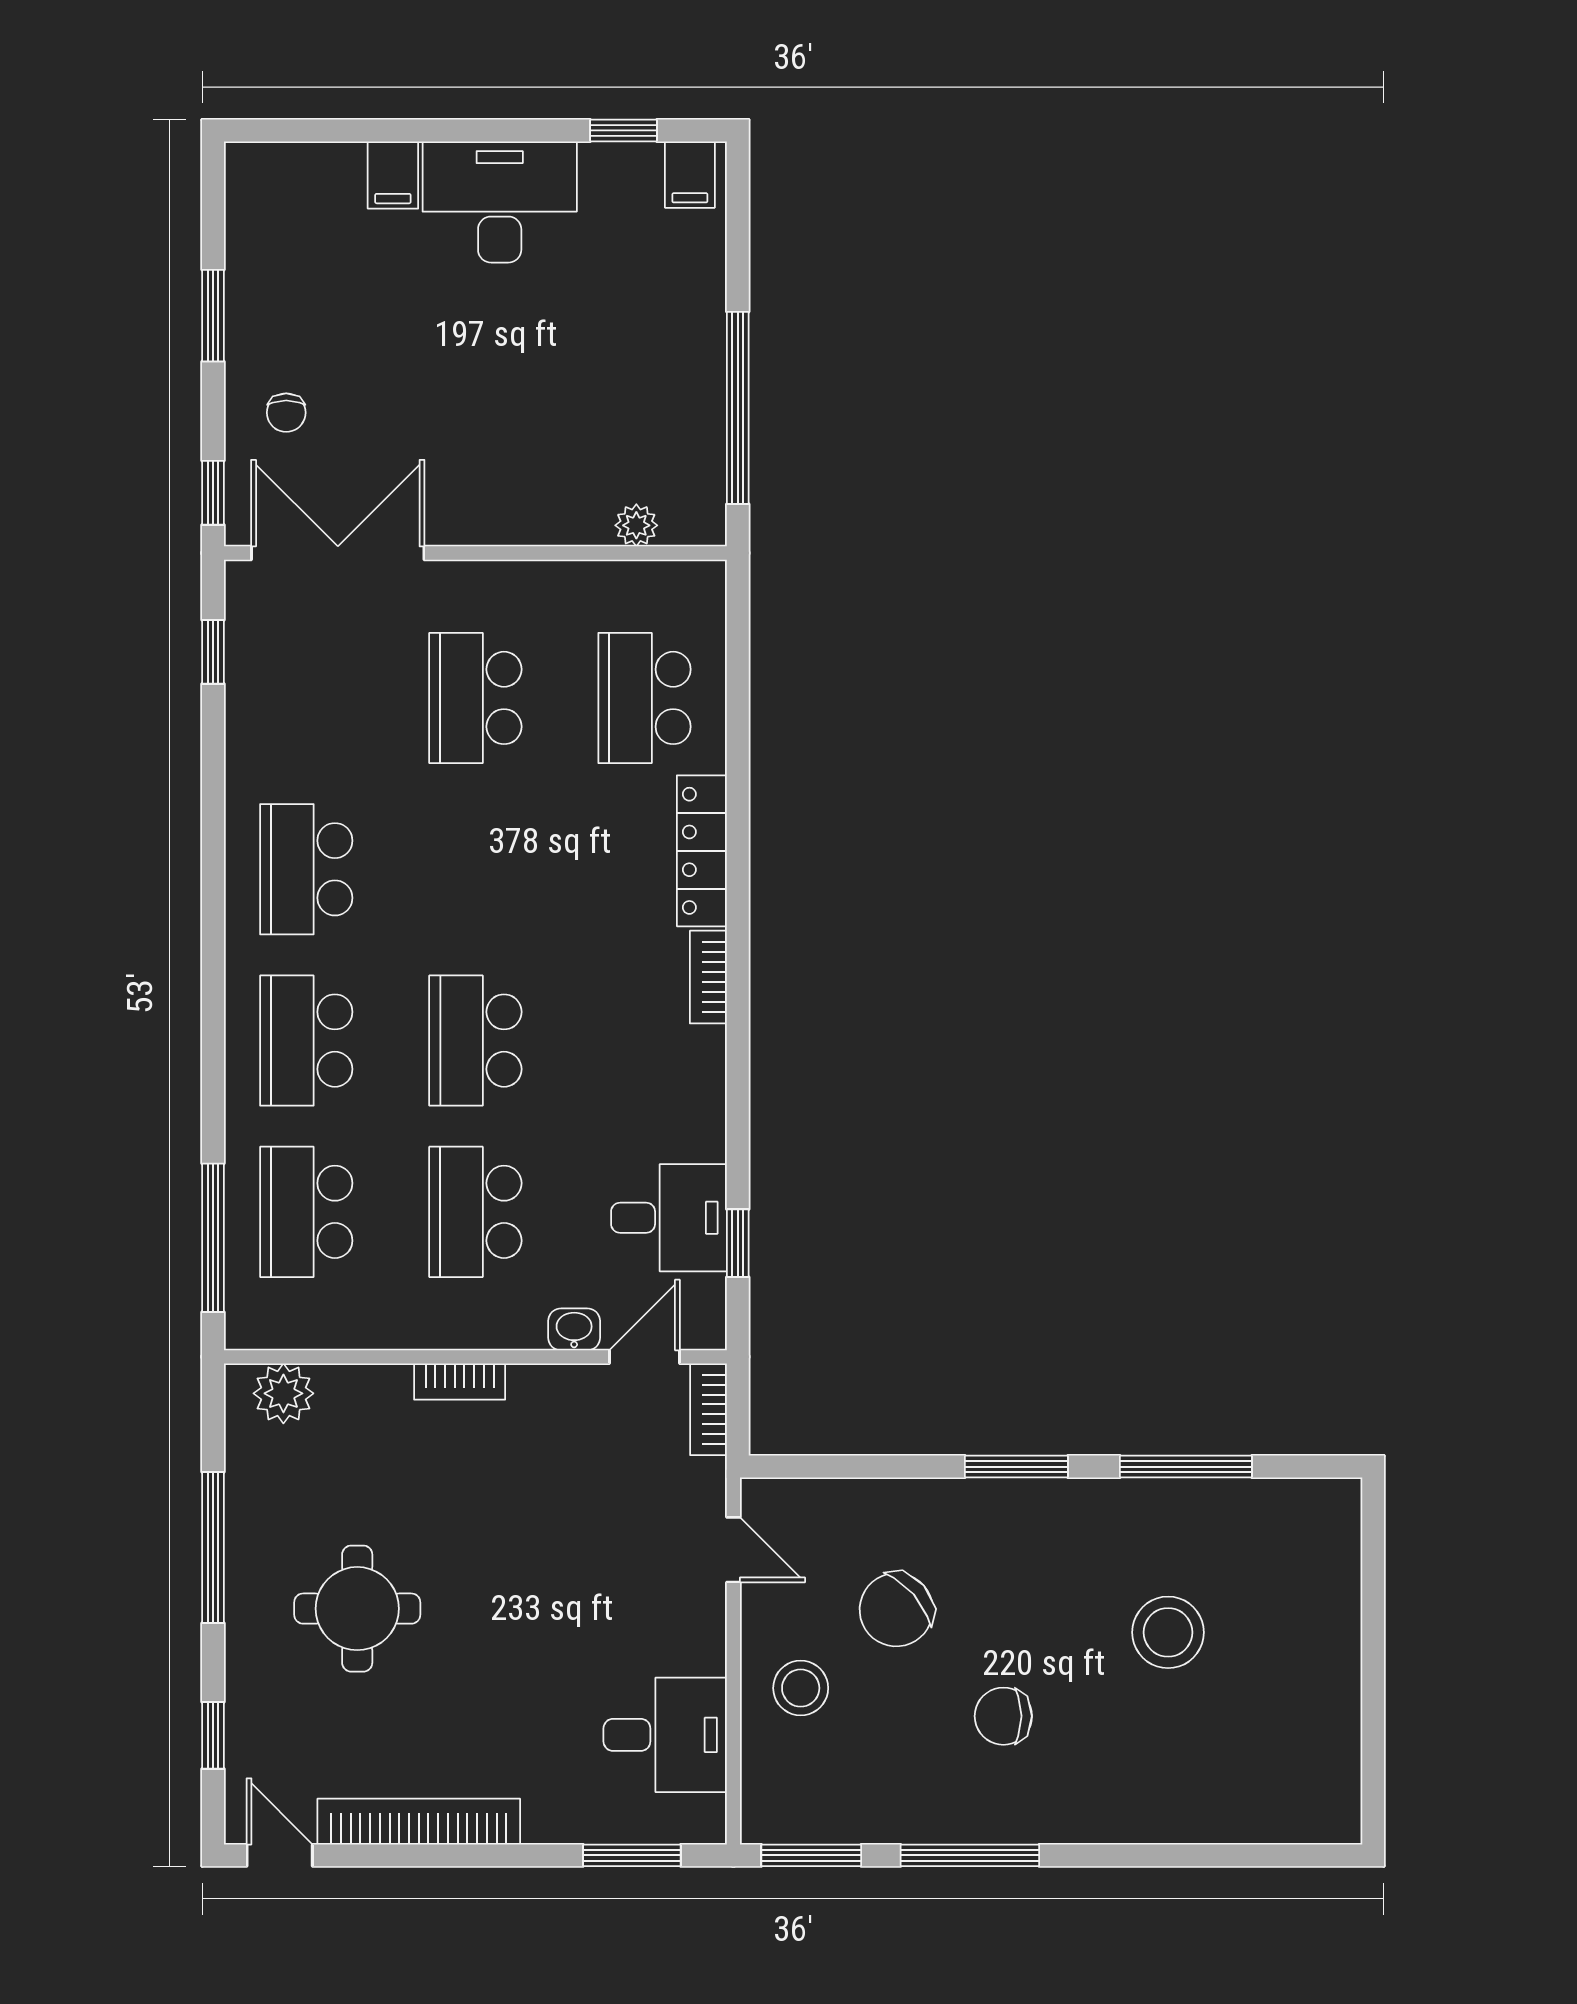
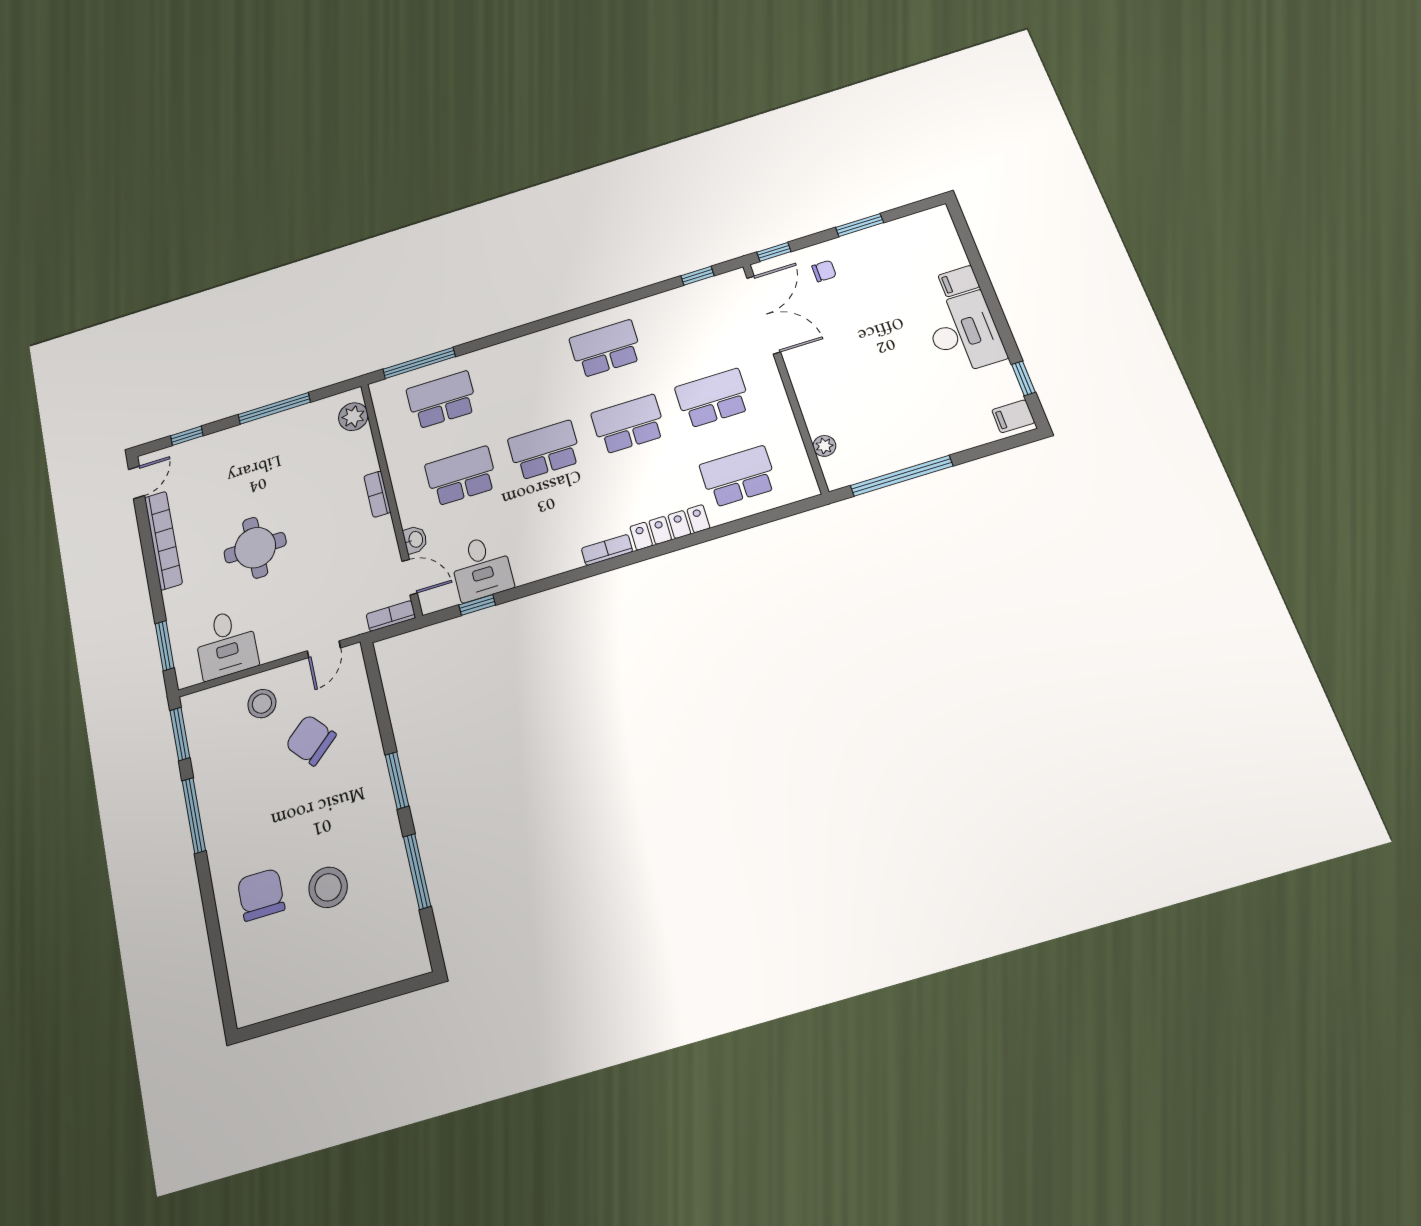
chair: (286, 413) -> (824, 271), turned 180
school desk: (306, 1041) -> (629, 424), moved
round table: (357, 1609) -> (255, 548), moved
chair: (1003, 1716) -> (261, 895), moved, width x1.37, depth x1.37

